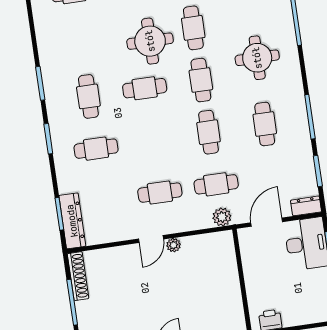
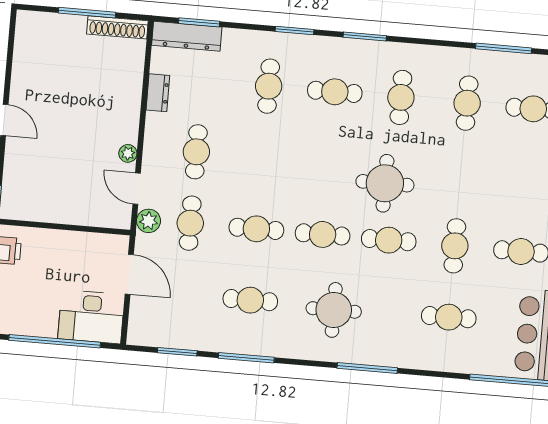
cafe table: (145, 88) -> (401, 97), moved
dresser: (306, 206) -> (158, 93), moved
door: (151, 239) -> (137, 189), moved

